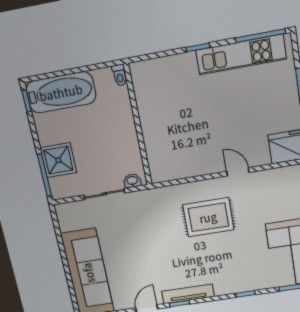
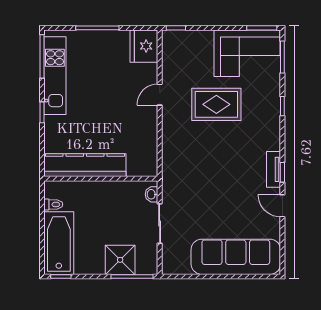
toilet: (120, 75) -> (53, 204), moved
kitchen counter: (149, 106) -> (85, 165), added
rug: (208, 217) -> (216, 104), moved, turned 90
tv unit: (188, 294) -> (274, 169), width x0.71

